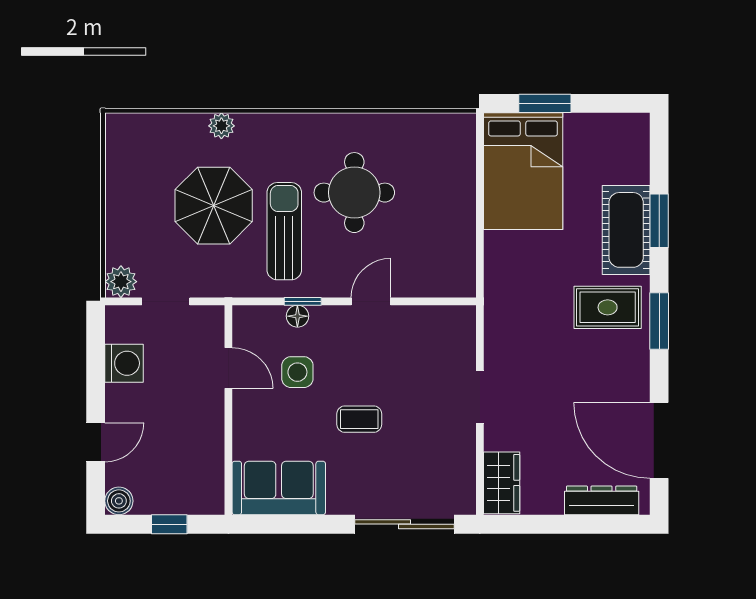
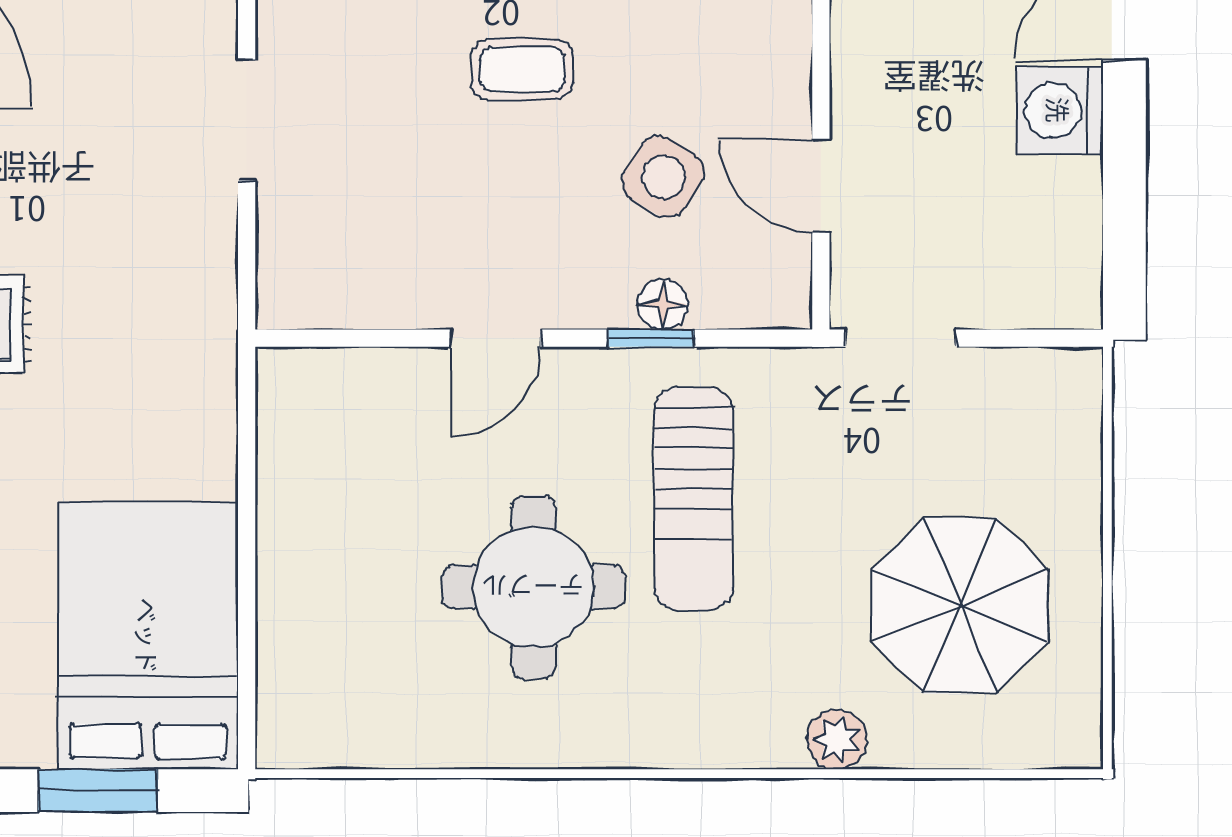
parasol: (214, 206) -> (960, 606), moved
plant: (121, 282) -> (1067, 384), removed
doorway: (166, 301) -> (901, 338), moved
washing machine: (124, 363) -> (1059, 110), moved
side table: (297, 372) -> (663, 177), turned 32

